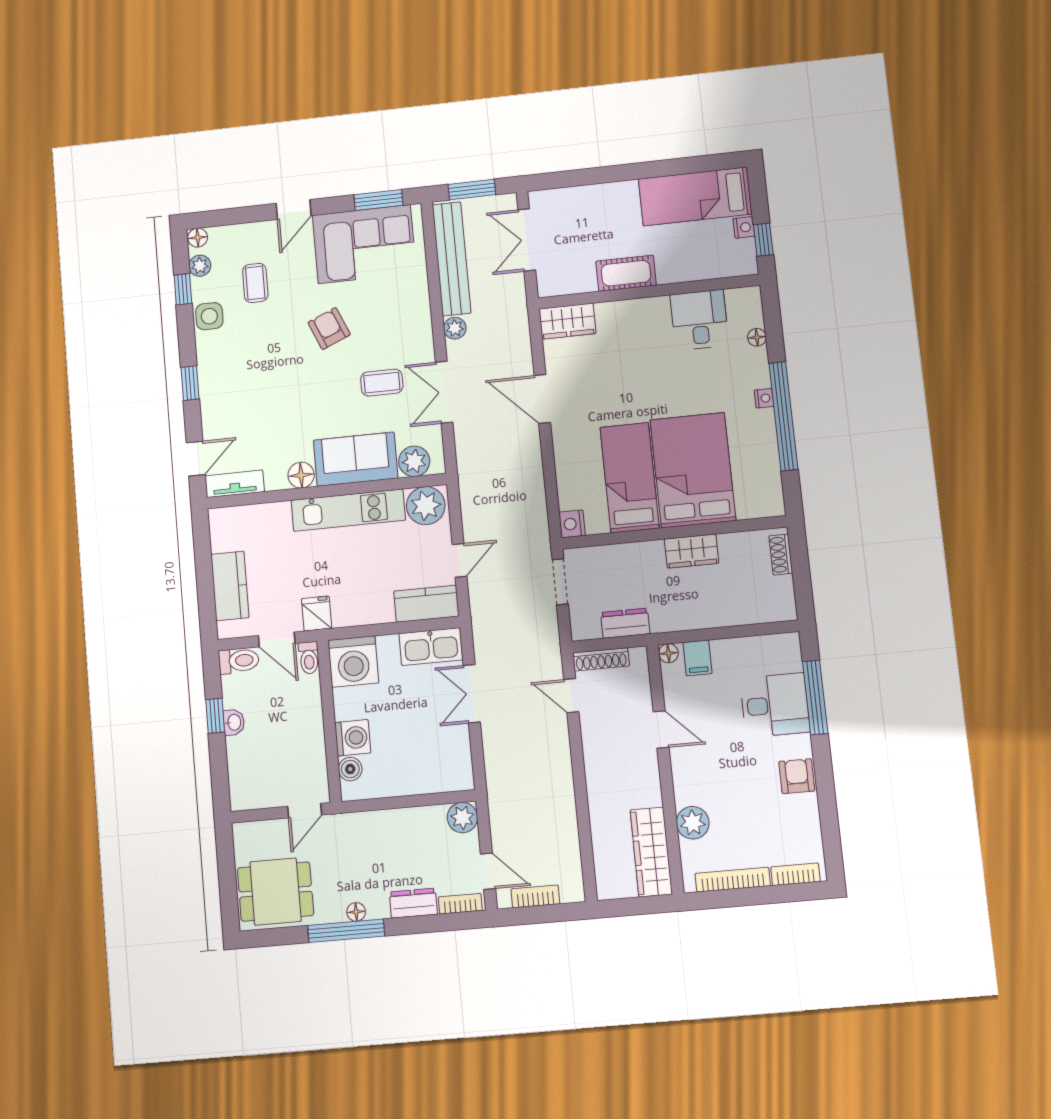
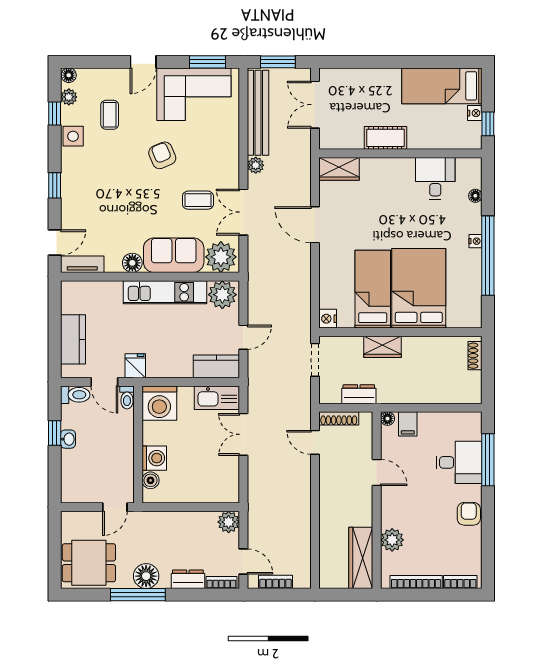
plant: (414, 461) -> (221, 257), width x1.36, depth x1.36
wardrobe: (692, 551) -> (383, 347), moved
floor lamp: (356, 912) -> (146, 576), width x1.89, depth x1.89

